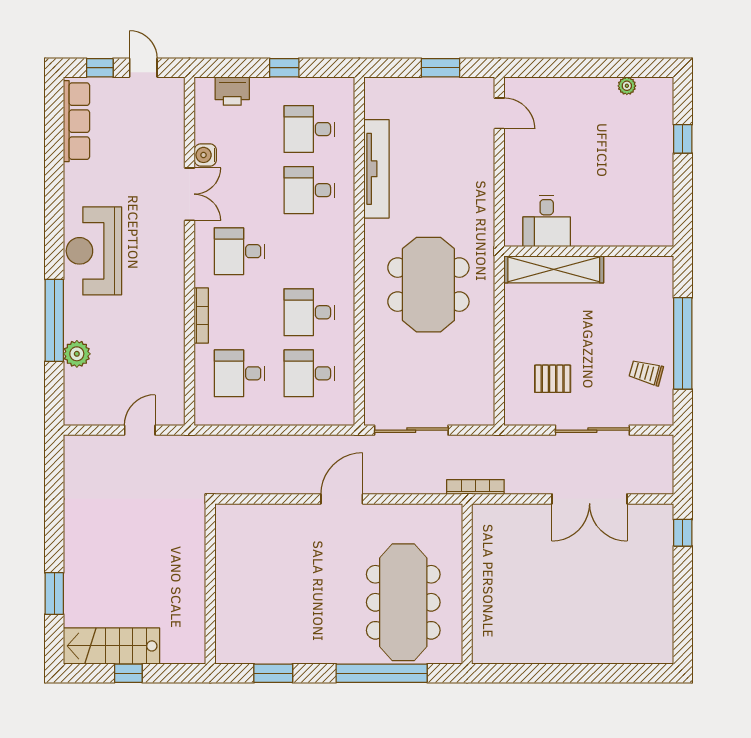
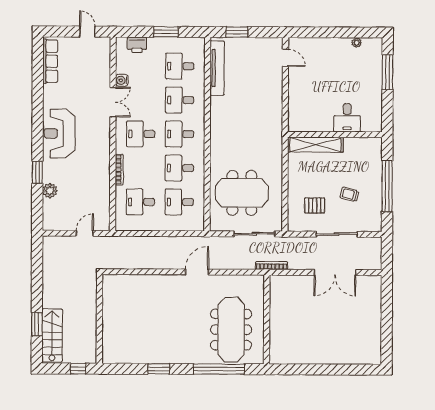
window: (100, 68) -> (63, 32), removed
window: (284, 68) -> (166, 32), width x1.50
window: (440, 68) -> (237, 32), moved
window: (683, 139) -> (388, 72), width x2.17
tv unit: (376, 169) -> (217, 68), moved
desk: (547, 221) -> (347, 118), moved
desk: (309, 251) -> (179, 134), added
meeting table: (428, 285) -> (242, 193), moved, turned 90
window: (54, 320) -> (37, 172), width x0.47
trolley: (646, 372) -> (349, 194), moved
sliding door: (411, 430) -> (254, 234), moved
window: (683, 533) -> (387, 291), removed
wall: (210, 584) -> (99, 319), moved
stairs: (111, 646) -> (52, 335), moved, turned 90

